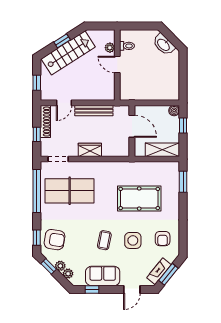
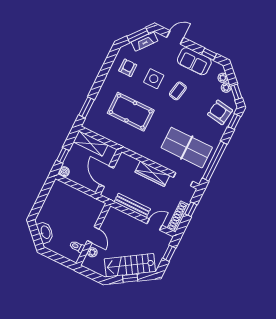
wardrobe: (90, 150) -> (152, 174), width x1.50

